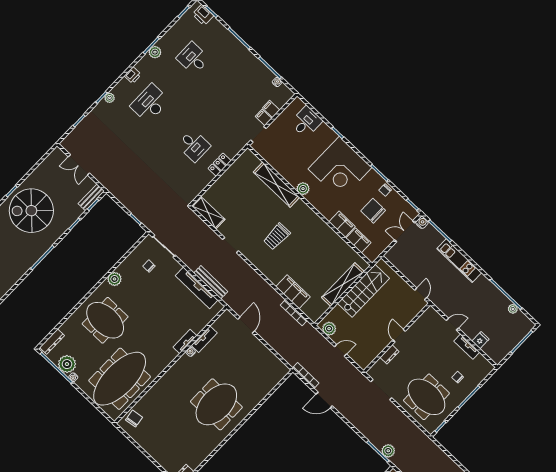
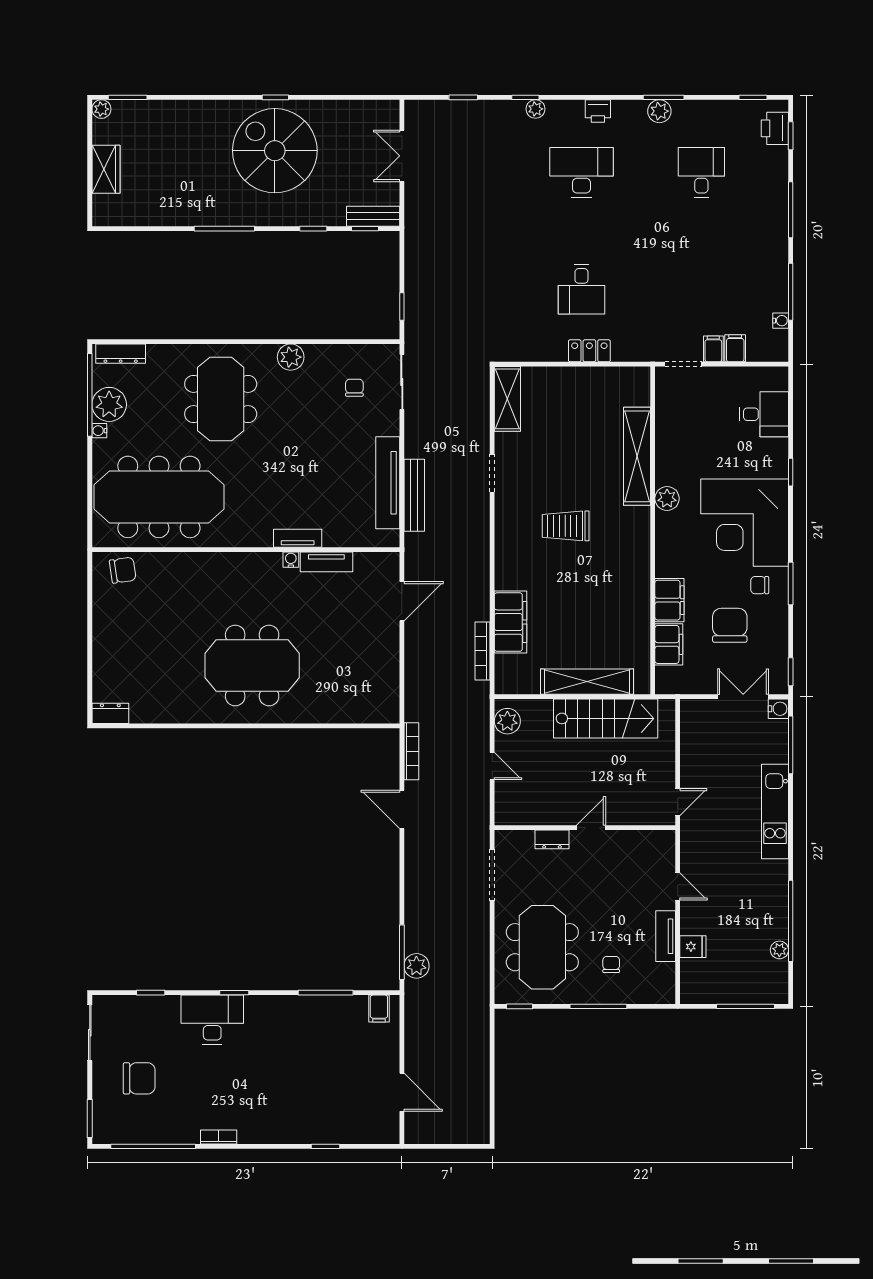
chair: (385, 190) -> (760, 585), moved

